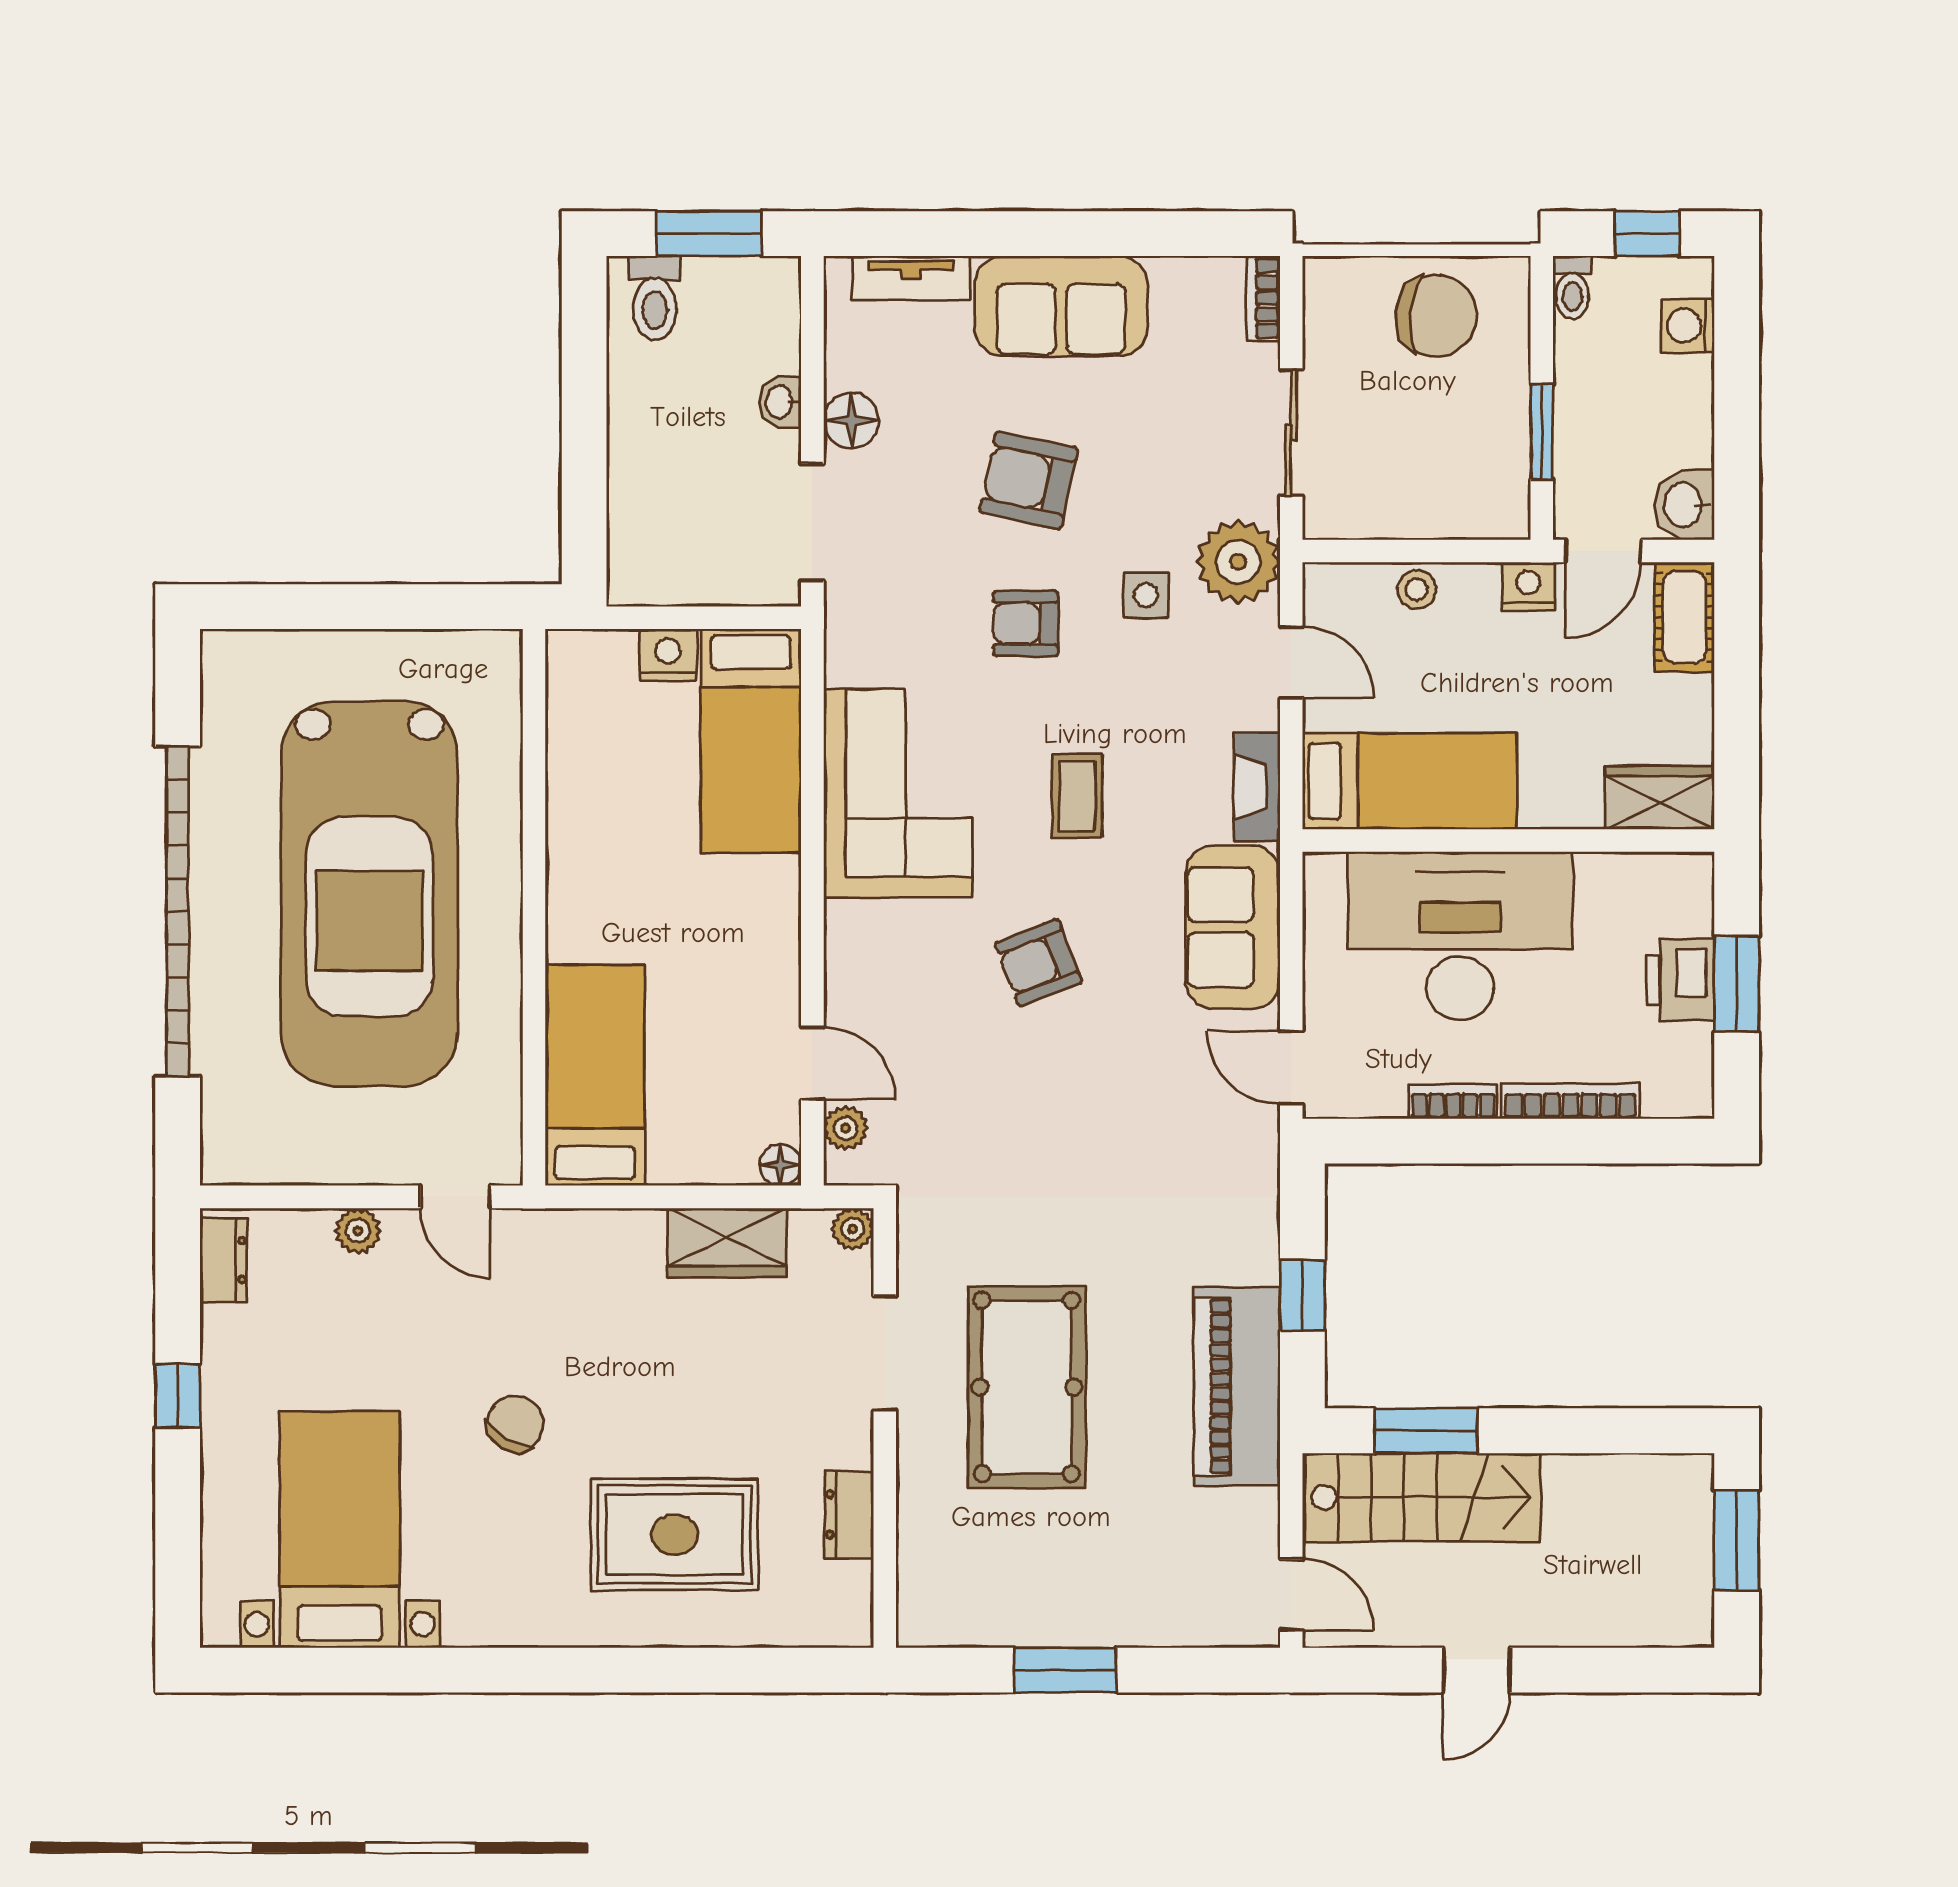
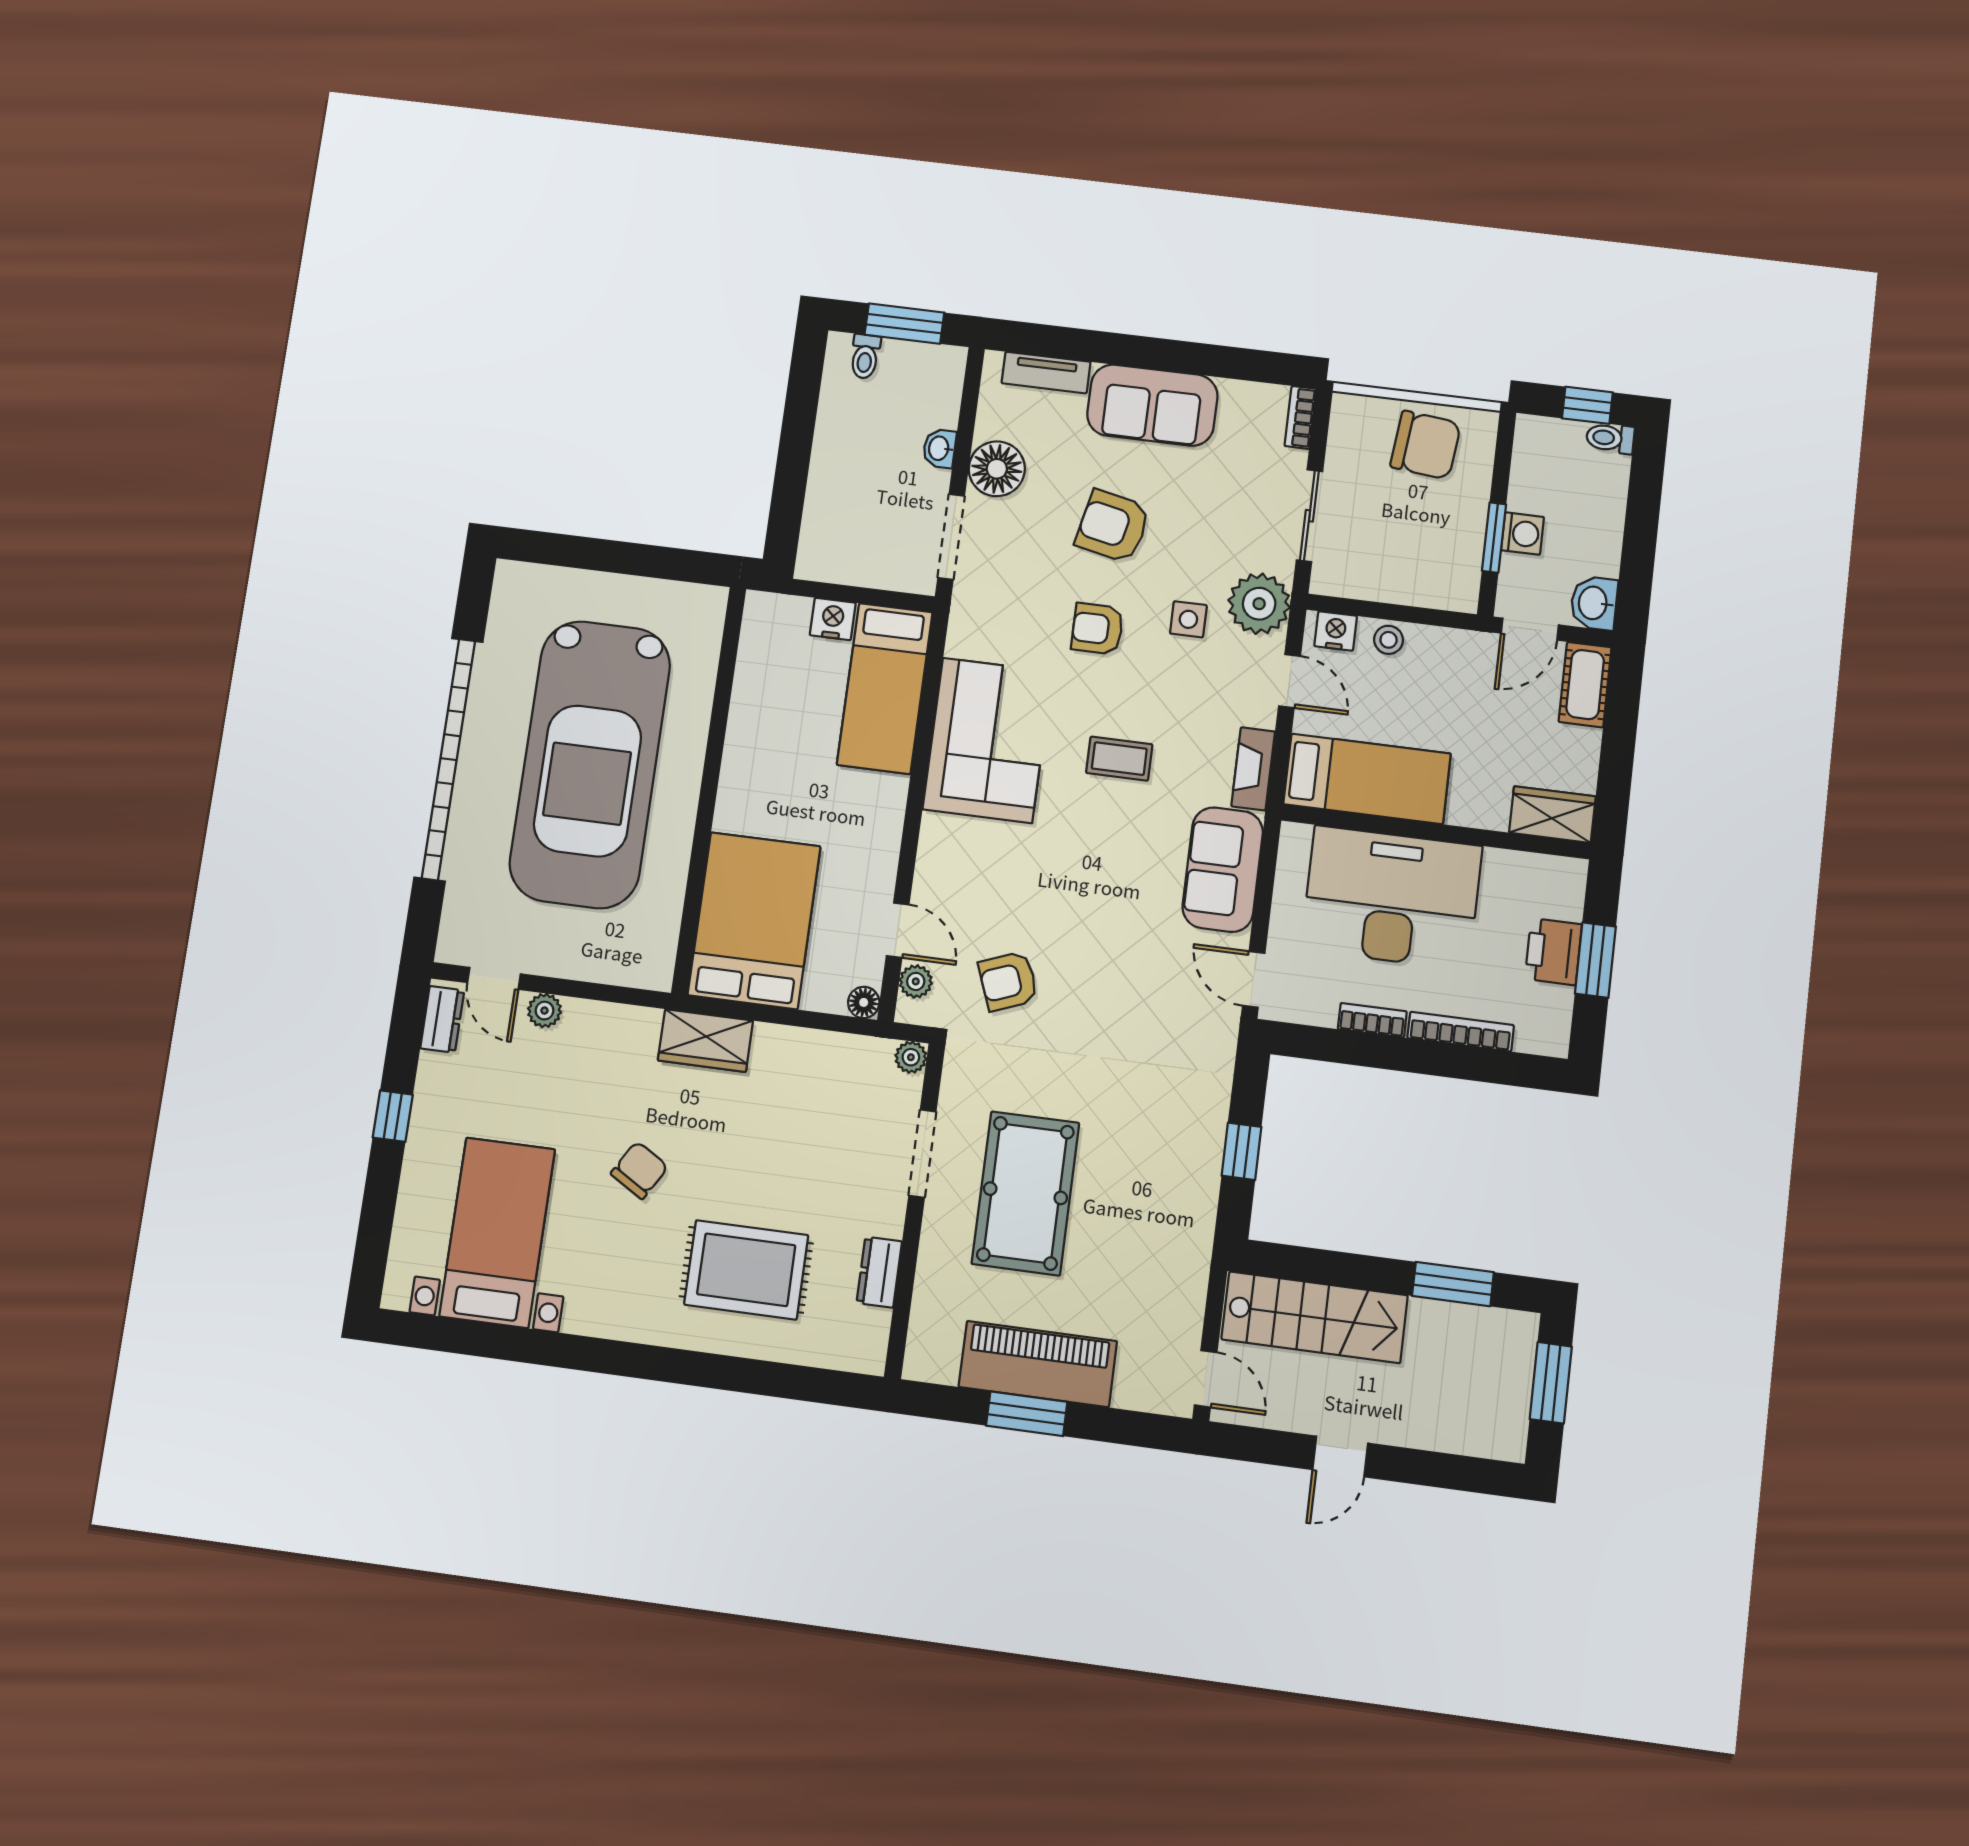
toilet: (1572, 288) -> (1610, 438), moved, turned 90
toilet: (655, 298) -> (865, 356), width x0.73, depth x0.72
washing machine: (1688, 326) -> (1523, 534), moved, turned 180
floor lamp: (851, 421) -> (997, 469), width x1.38, depth x1.38
nightstand: (1528, 586) -> (1336, 631), moved
coffee table: (1077, 796) -> (1119, 759), turned 90
armchair: (1038, 963) -> (1008, 981), moved
bed: (595, 1075) -> (754, 921), width x1.50
door: (455, 1197) -> (494, 978), moved
wardrobe: (727, 1243) -> (705, 1041), moved
piano: (1237, 1386) -> (1038, 1364), moved, turned 90
window: (1426, 1431) -> (1453, 1284), moved

